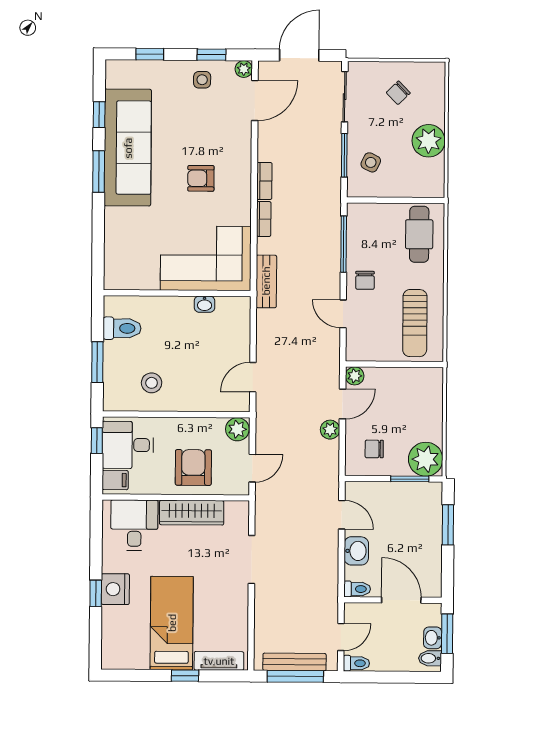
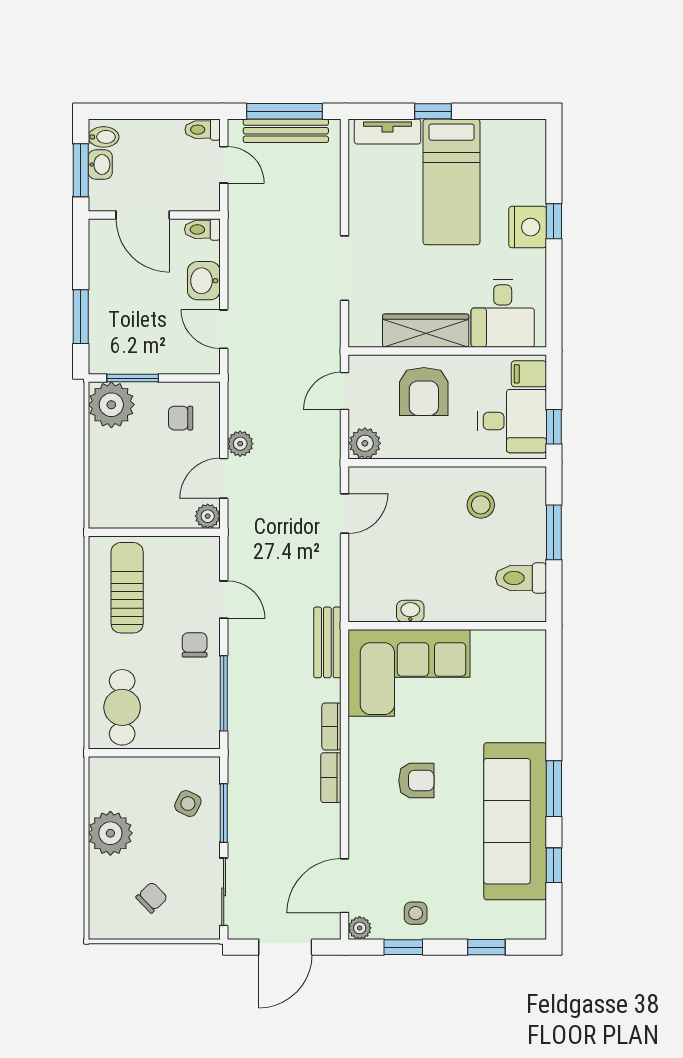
chair: (374, 449) -> (181, 418), turned 180
door: (341, 637) -> (224, 165), swing flipped

